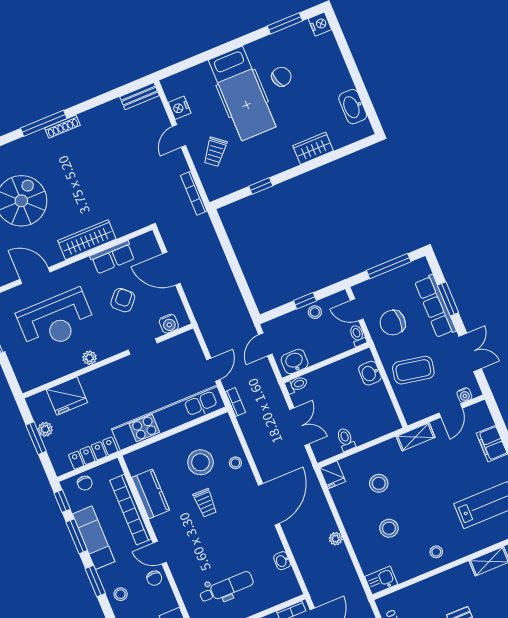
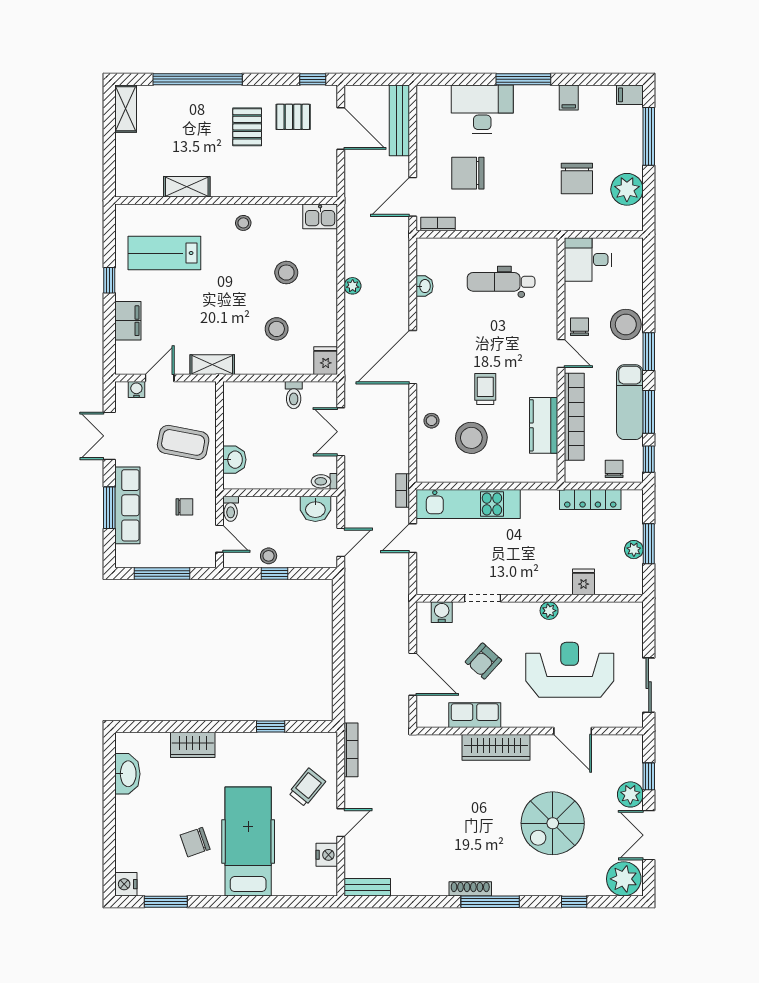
chair: (393, 323) -> (184, 507), width x0.54, depth x0.54
fridge: (67, 396) -> (584, 582), width x0.53, depth x0.75
kitchen unit: (168, 418) -> (468, 504), width x0.73
stool: (121, 594) -> (626, 324), width x1.89, depth x1.89

